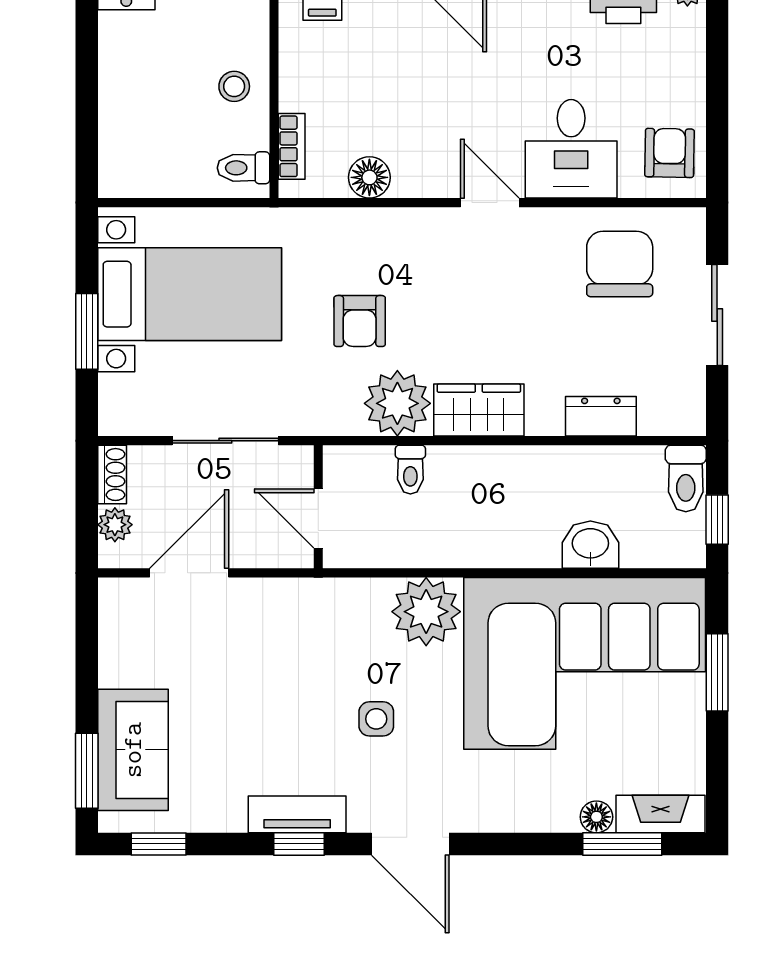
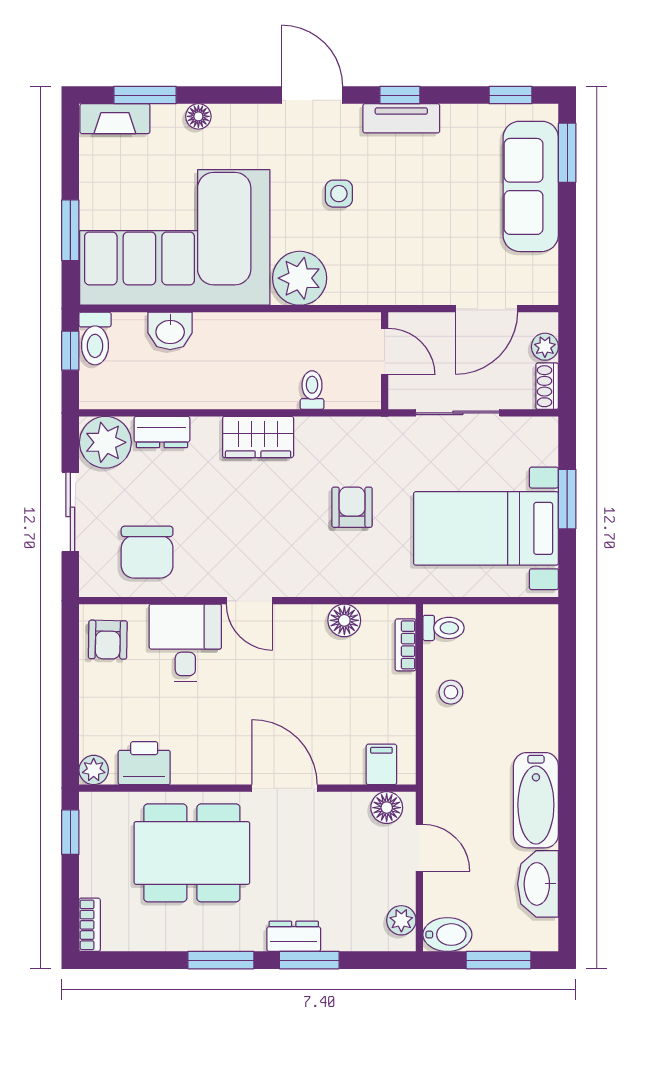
plant: (397, 403) -> (105, 442), moved
toilet: (686, 479) -> (95, 339), moved, turned 180
sofa: (133, 750) -> (531, 186), width x1.36
floor lamp: (596, 817) -> (198, 116), moved

